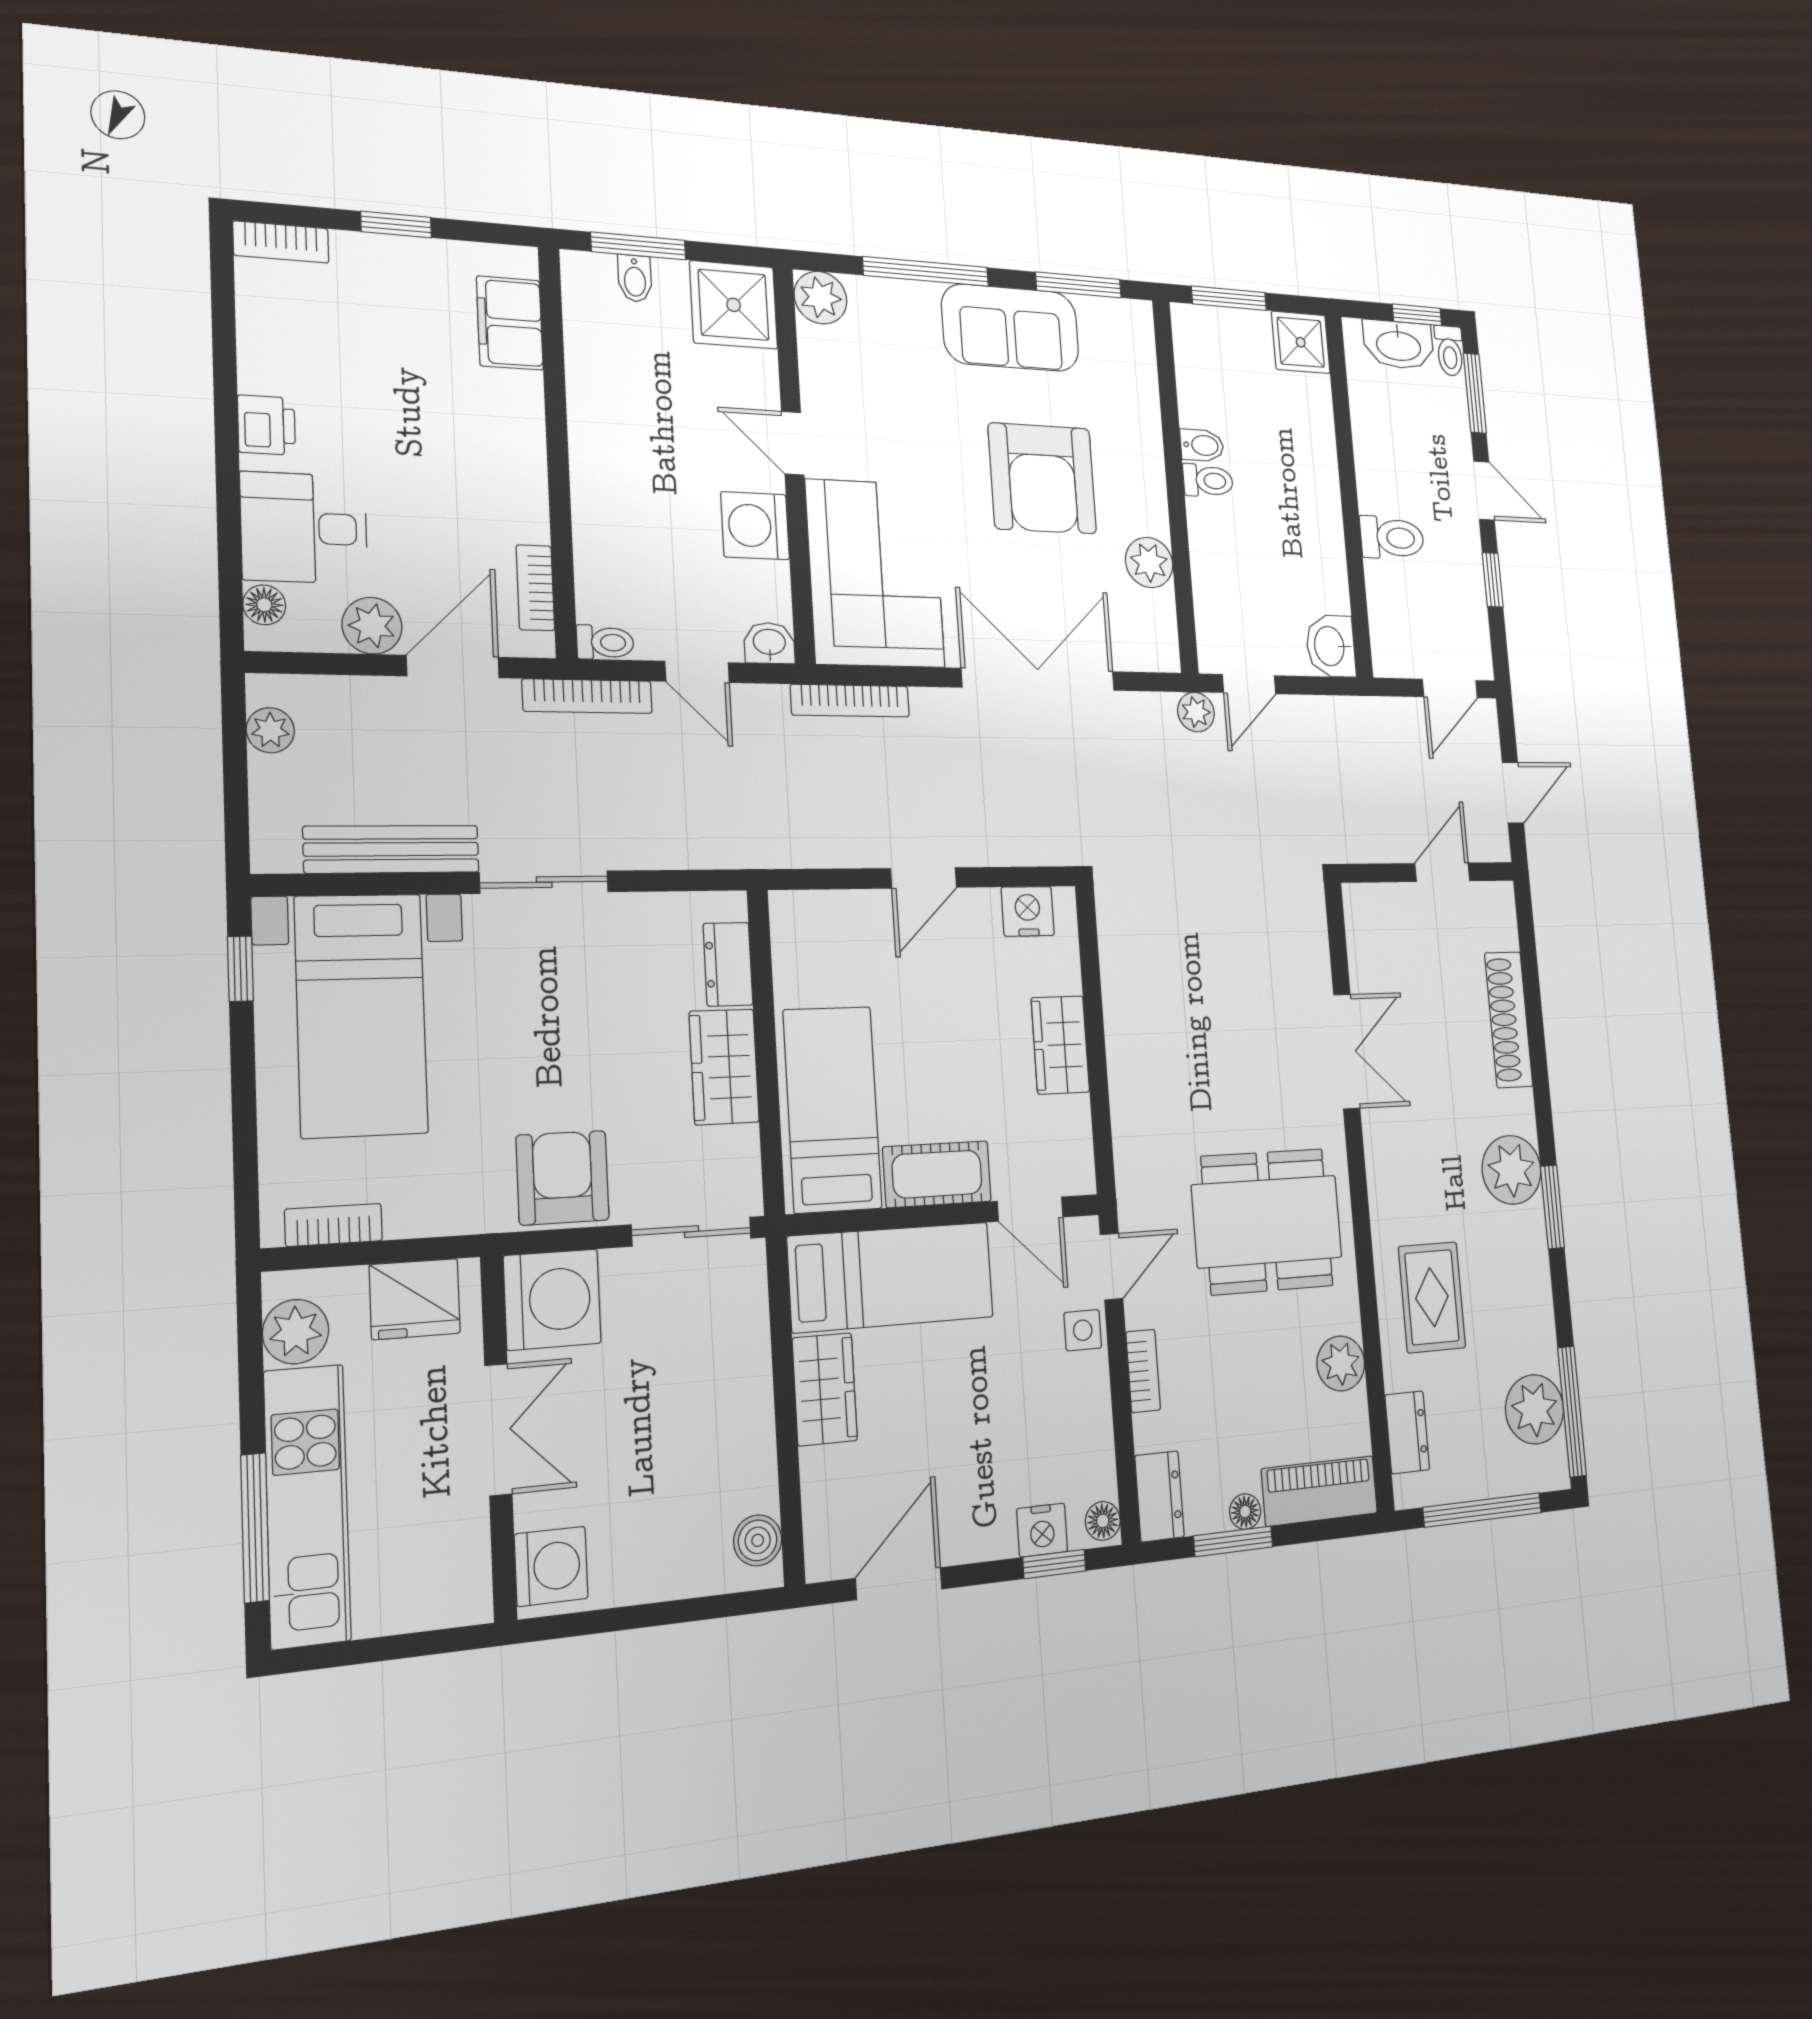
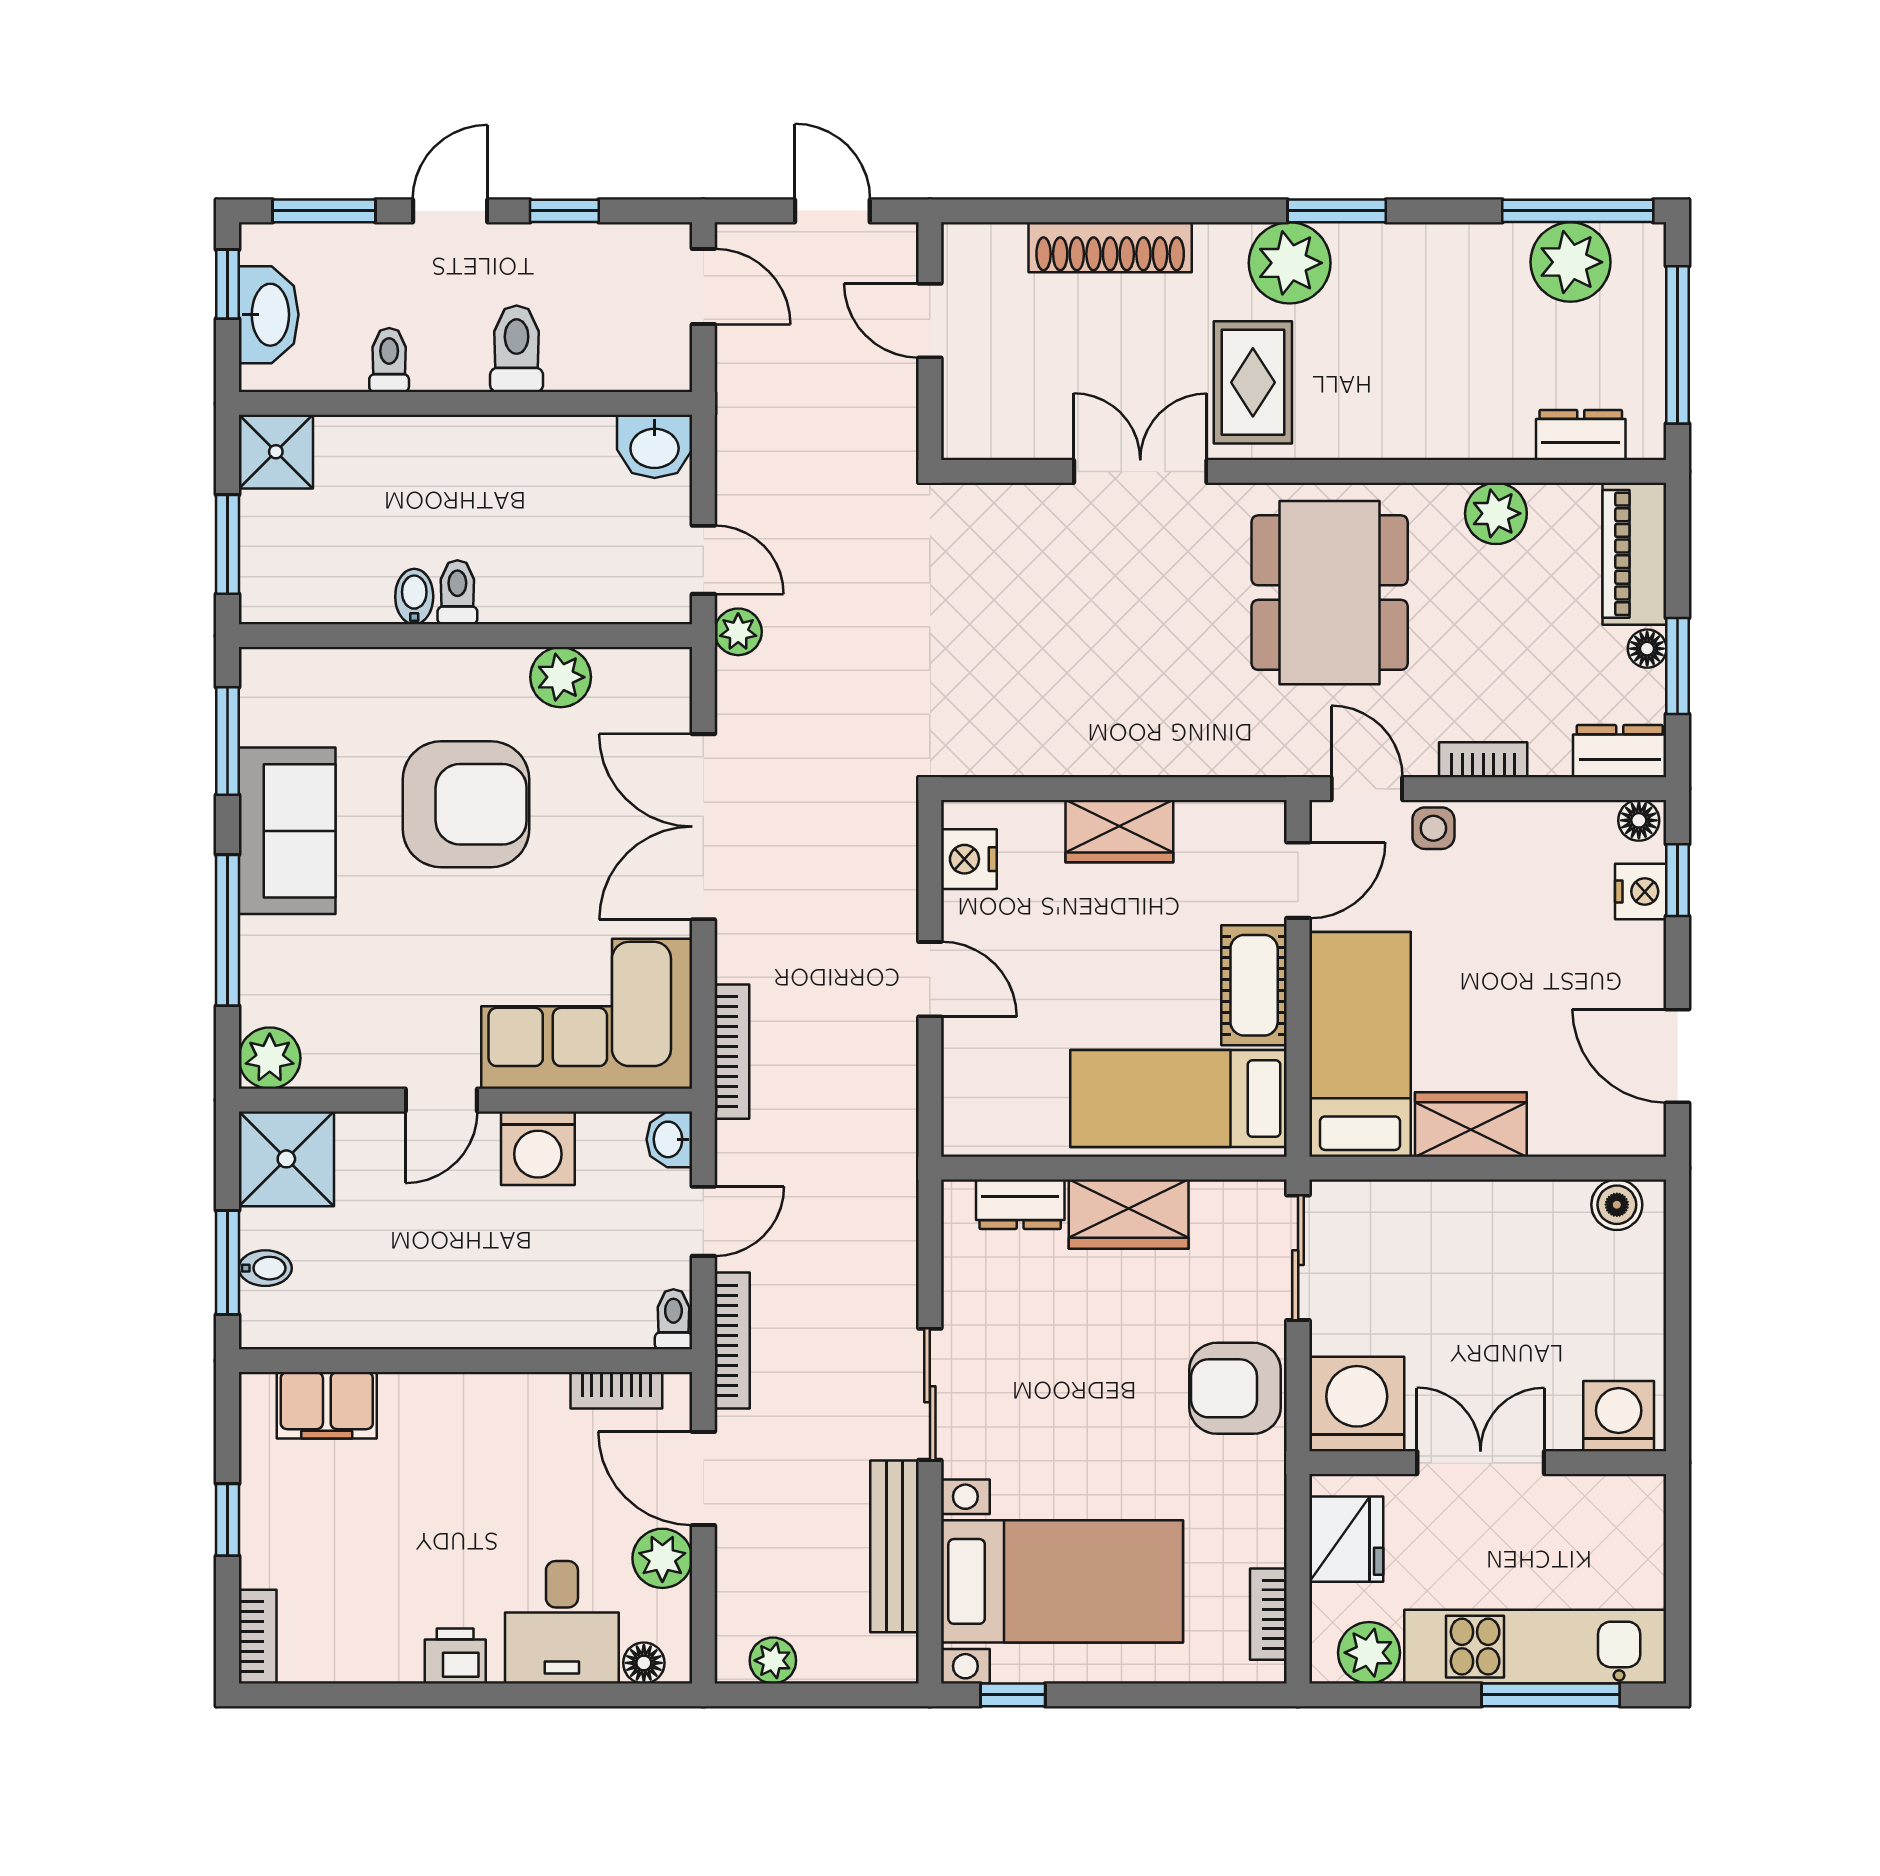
toilet: (1450, 351) -> (389, 360), moved, turned -90
rug: (1432, 1297) -> (1253, 382), moved, turned 90

